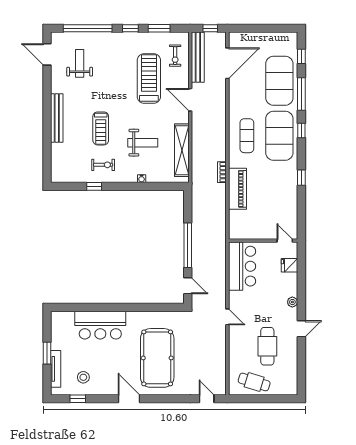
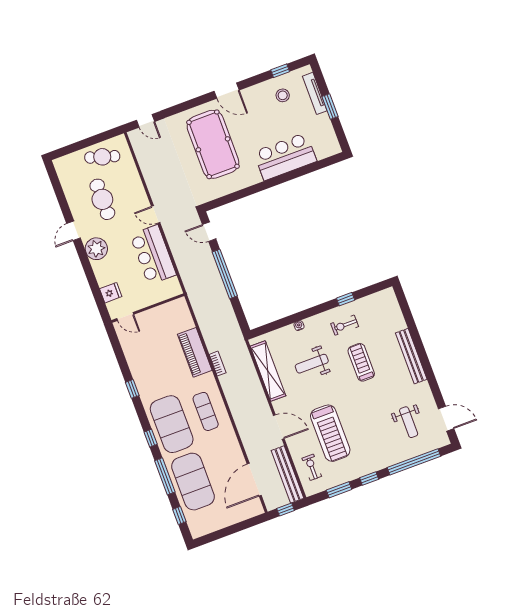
bar counter: (242, 266) -> (153, 255), moved
plant: (292, 302) -> (96, 249), width x1.87, depth x1.87

